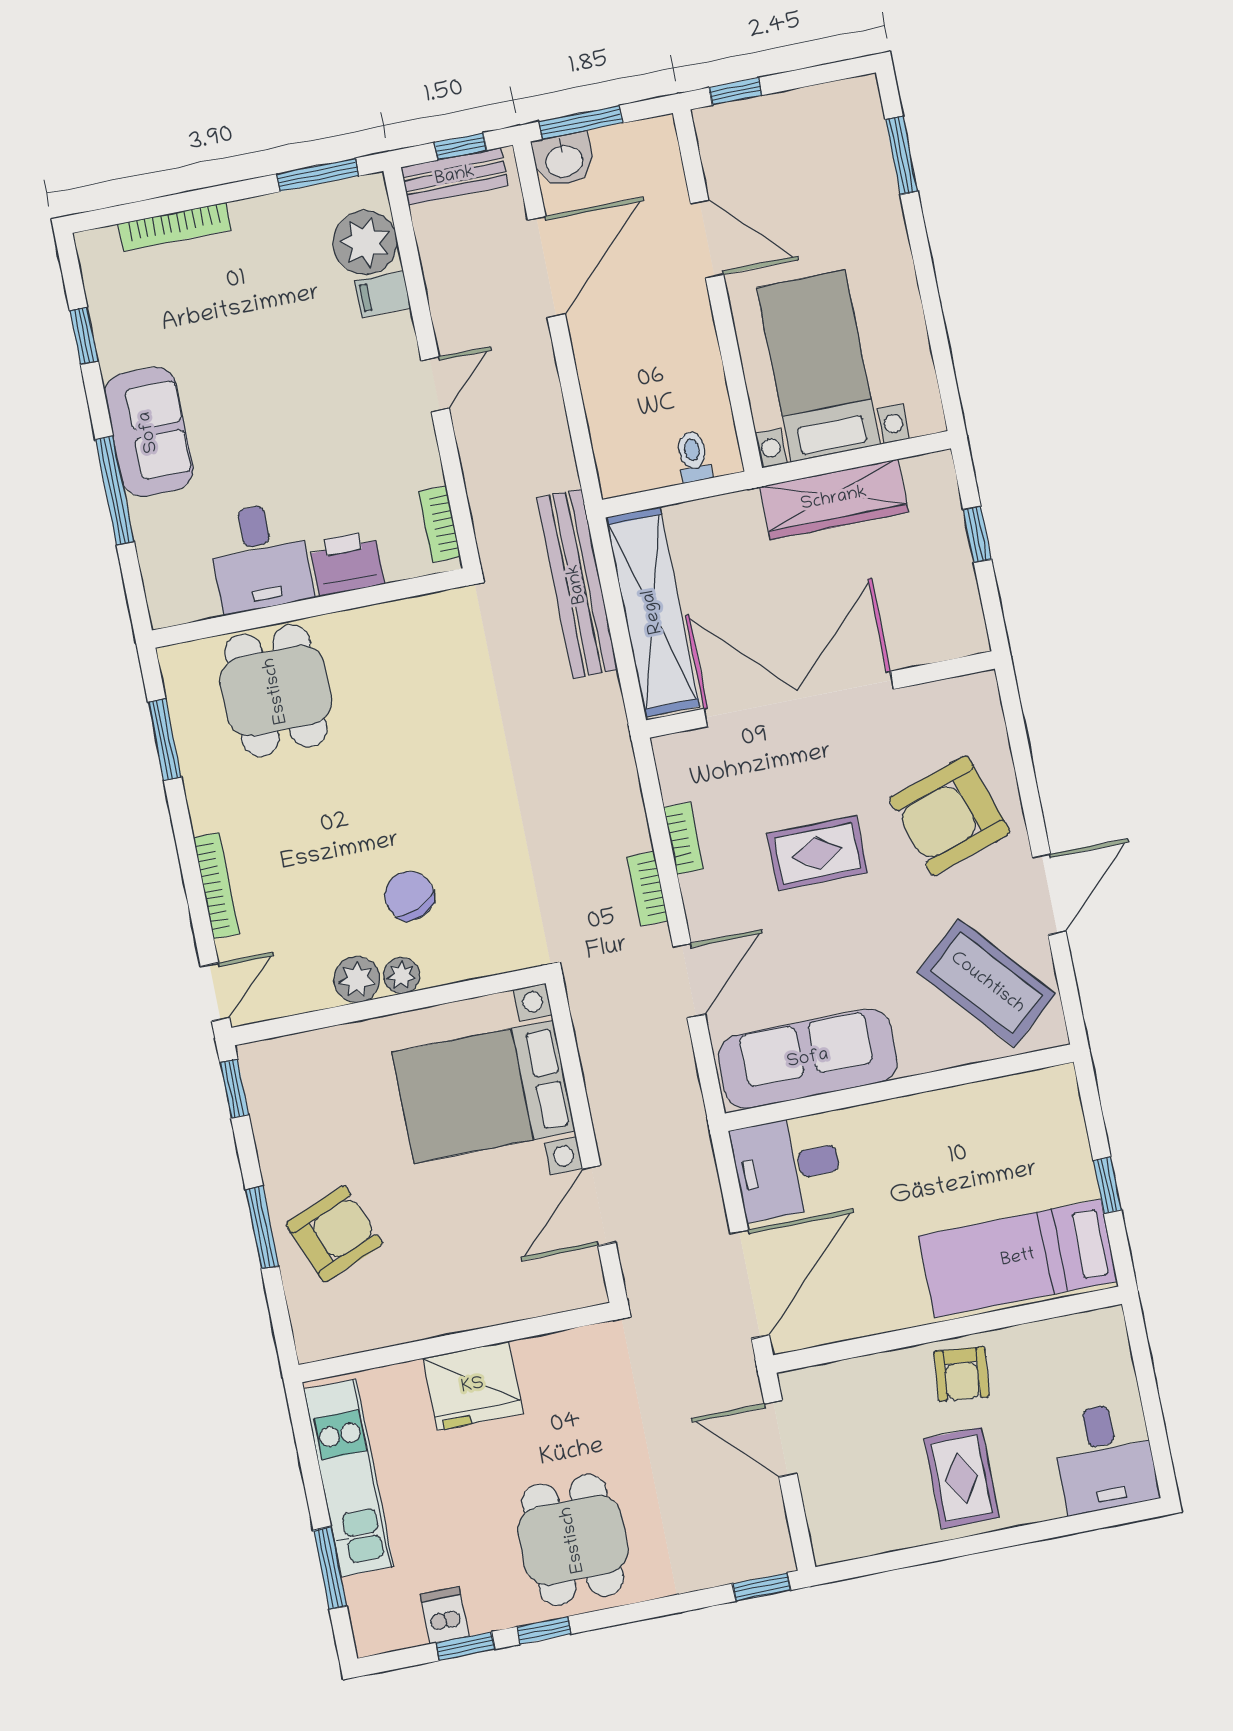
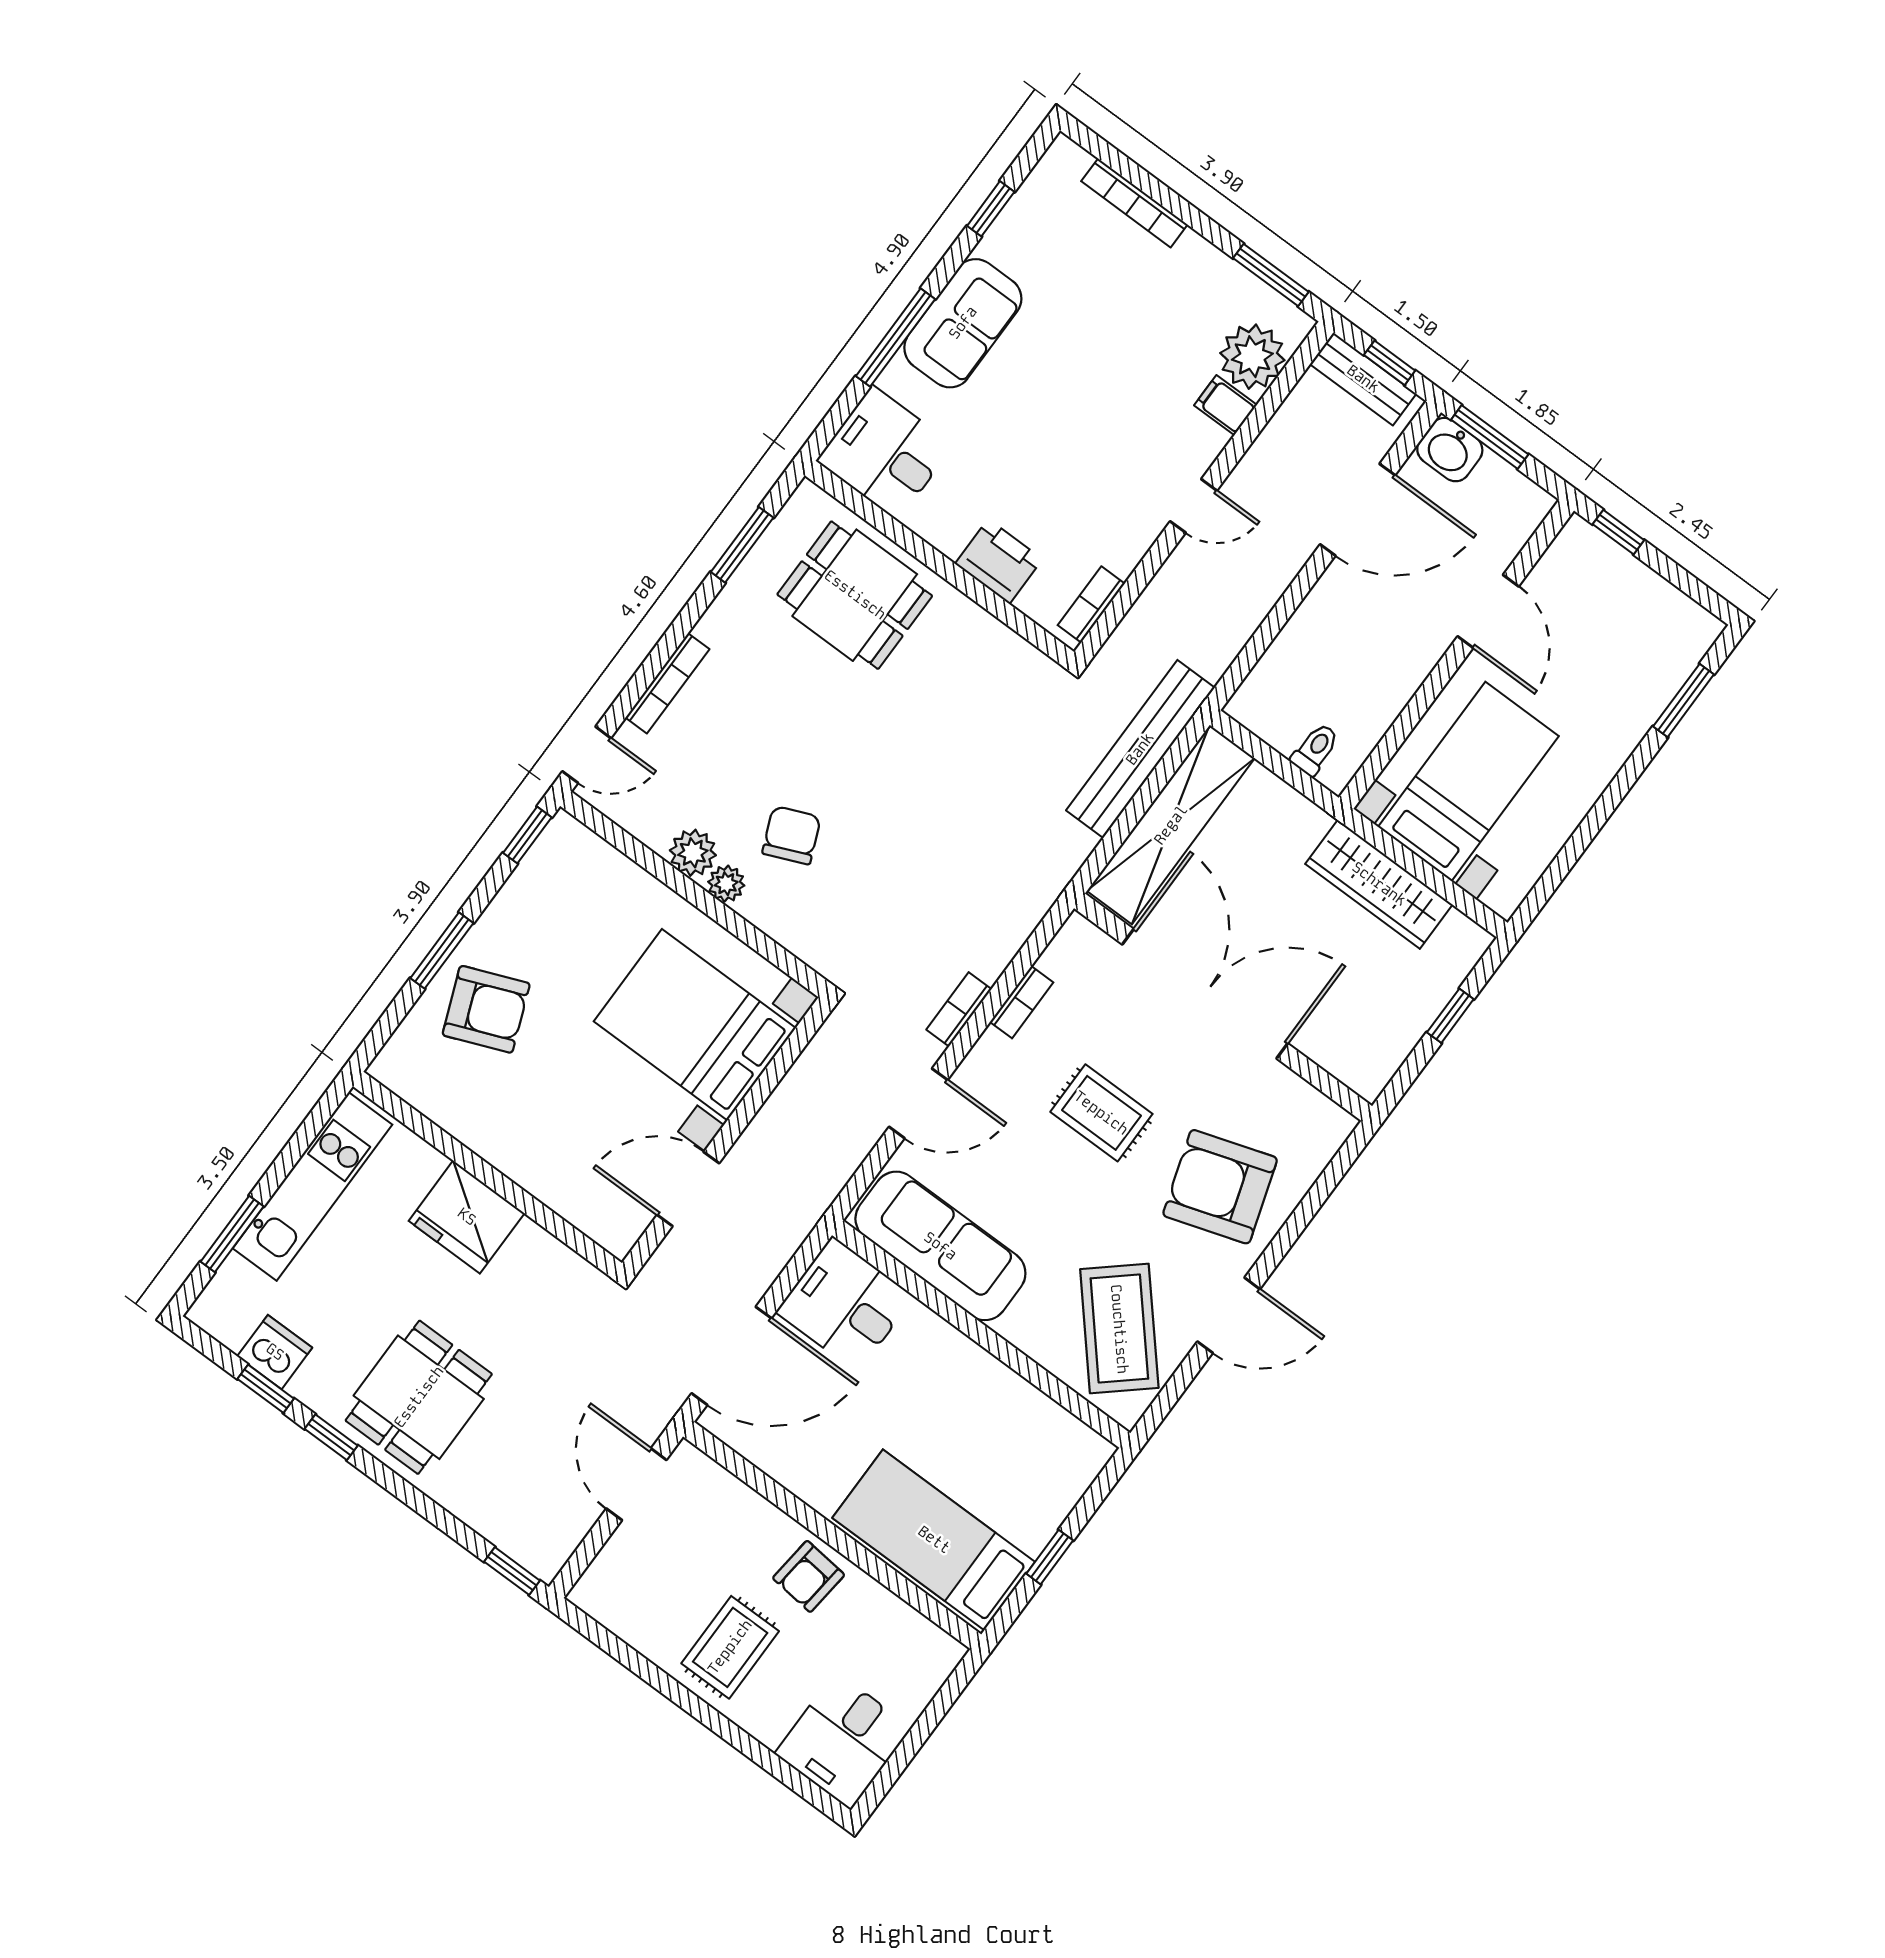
desk: (260, 557) -> (885, 453), moved, turned 90
dining table: (276, 691) -> (855, 595), turned 90
dishwasher: (445, 1615) -> (275, 1352), width x1.38

